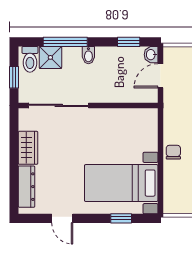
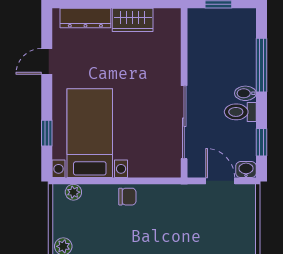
shower: (50, 57) -> (243, 47), removed
toilet: (30, 59) -> (240, 112), moved
sliding door: (59, 105) -> (184, 122), moved
plant: (170, 196) -> (73, 192), added

